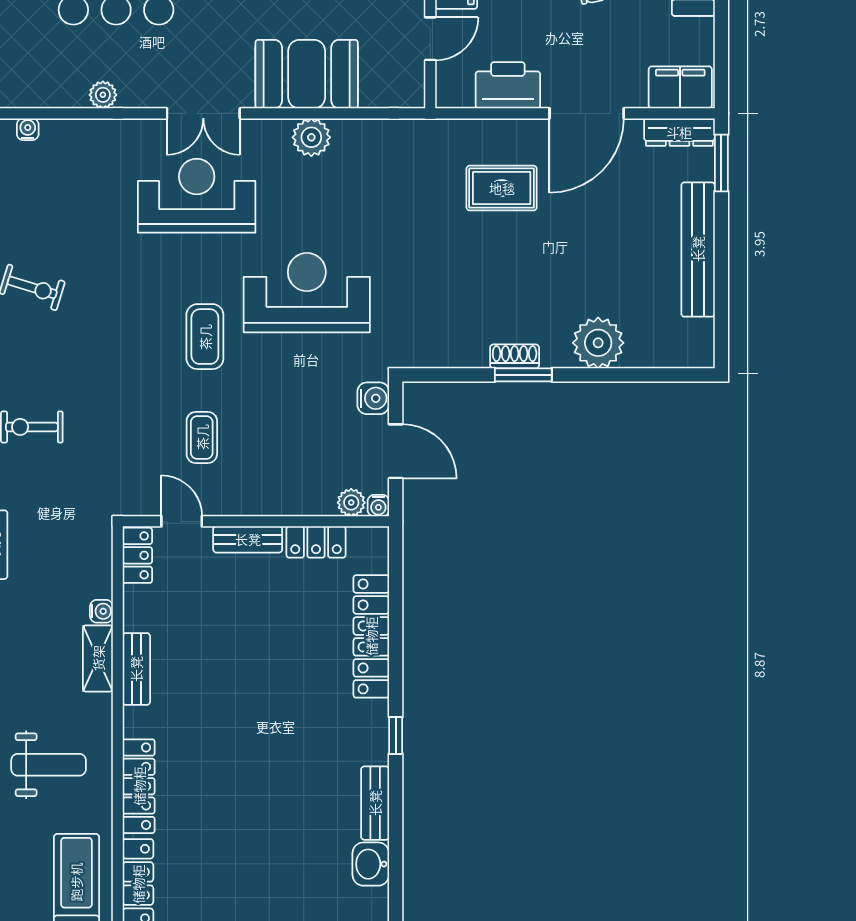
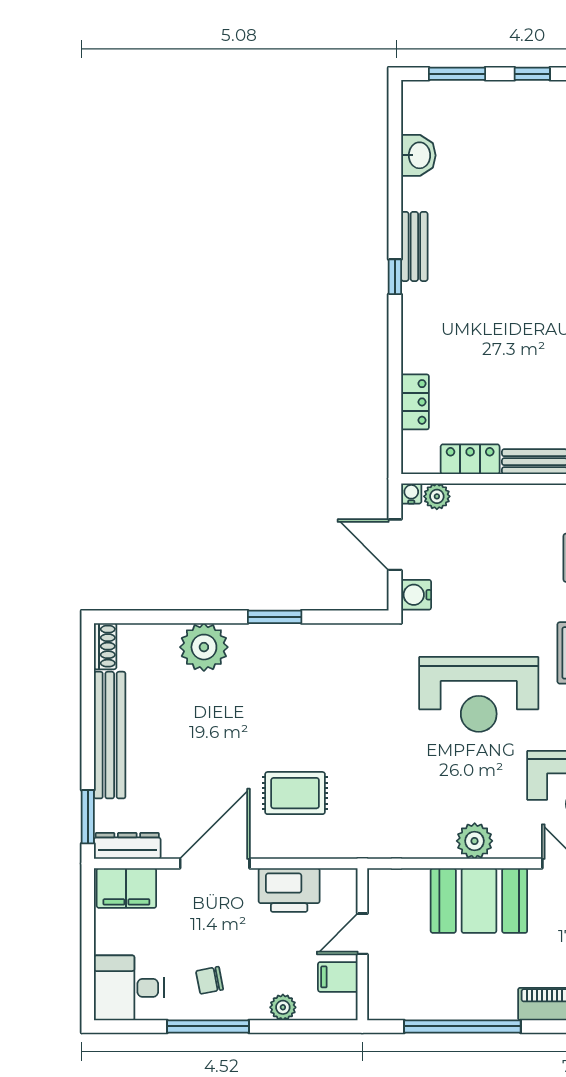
shoe rack: (515, 356) -> (105, 646), moved, turned -90
locker: (371, 636) -> (415, 402), width x0.46, depth x0.83
bench: (375, 803) -> (414, 246), moved

